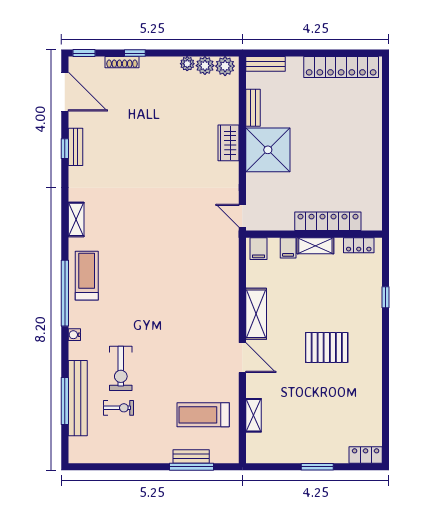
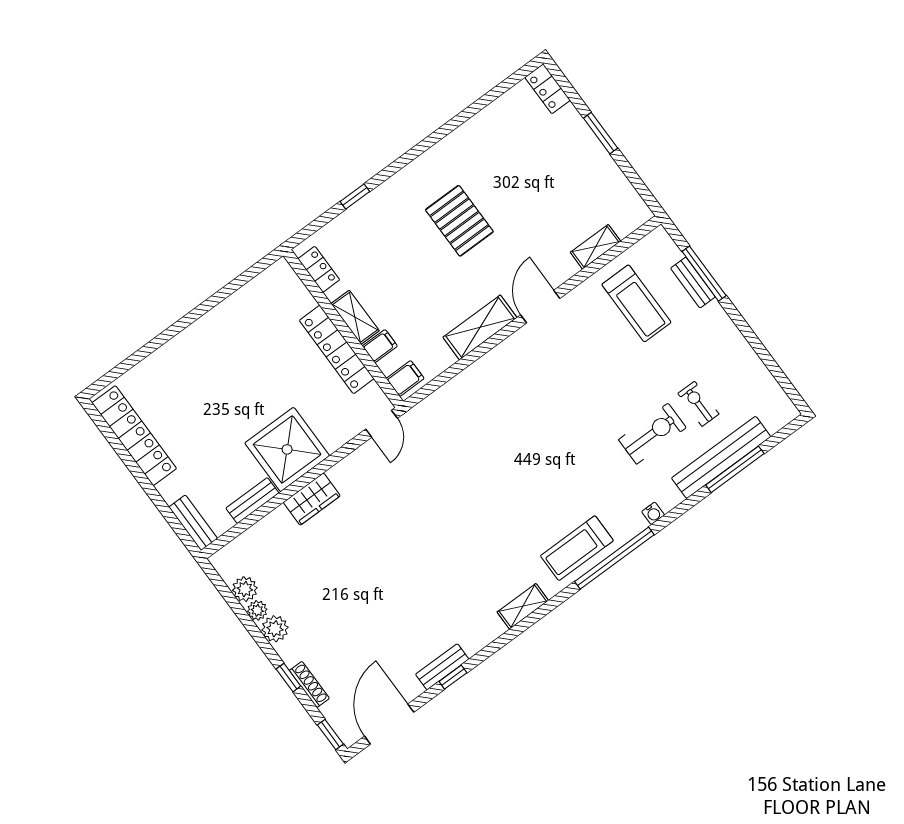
plant: (225, 66) -> (275, 629), moved
locker: (328, 221) -> (337, 350), moved

